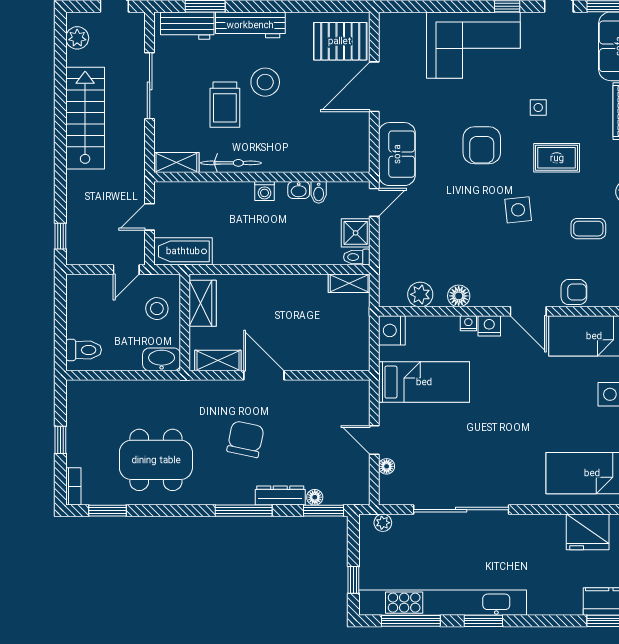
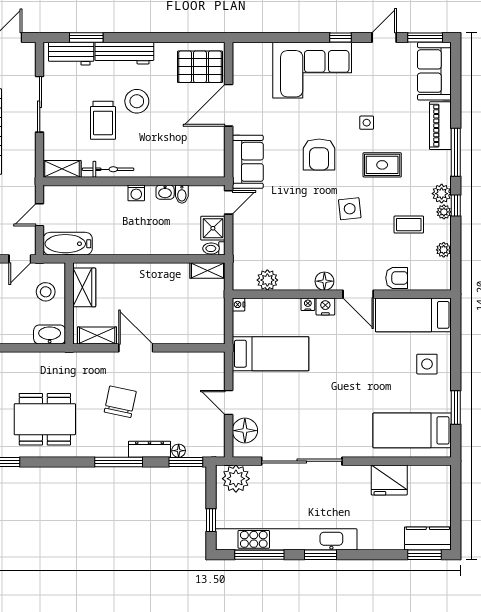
floor lamp: (459, 296) -> (324, 281), moved
nightstand: (392, 330) -> (239, 304), width x0.53, depth x0.56
floor lamp: (387, 466) -> (245, 431), width x1.89, depth x1.89
plant: (383, 523) -> (236, 479), width x1.87, depth x1.87
fridge: (588, 532) -> (389, 480), moved

